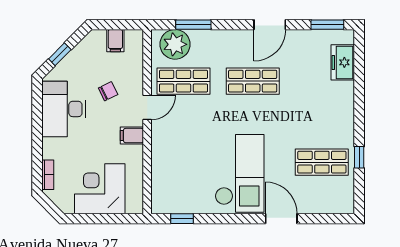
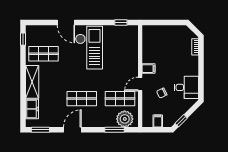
window: (60, 54) -> (181, 121), moved
desk: (64, 109) -> (186, 87), width x0.73
shelving: (342, 111) -> (32, 82), added
window: (359, 157) -> (23, 39), moved
checkout: (240, 173) -> (89, 48), turned 180
corner desk: (100, 189) -> (166, 39), removed

